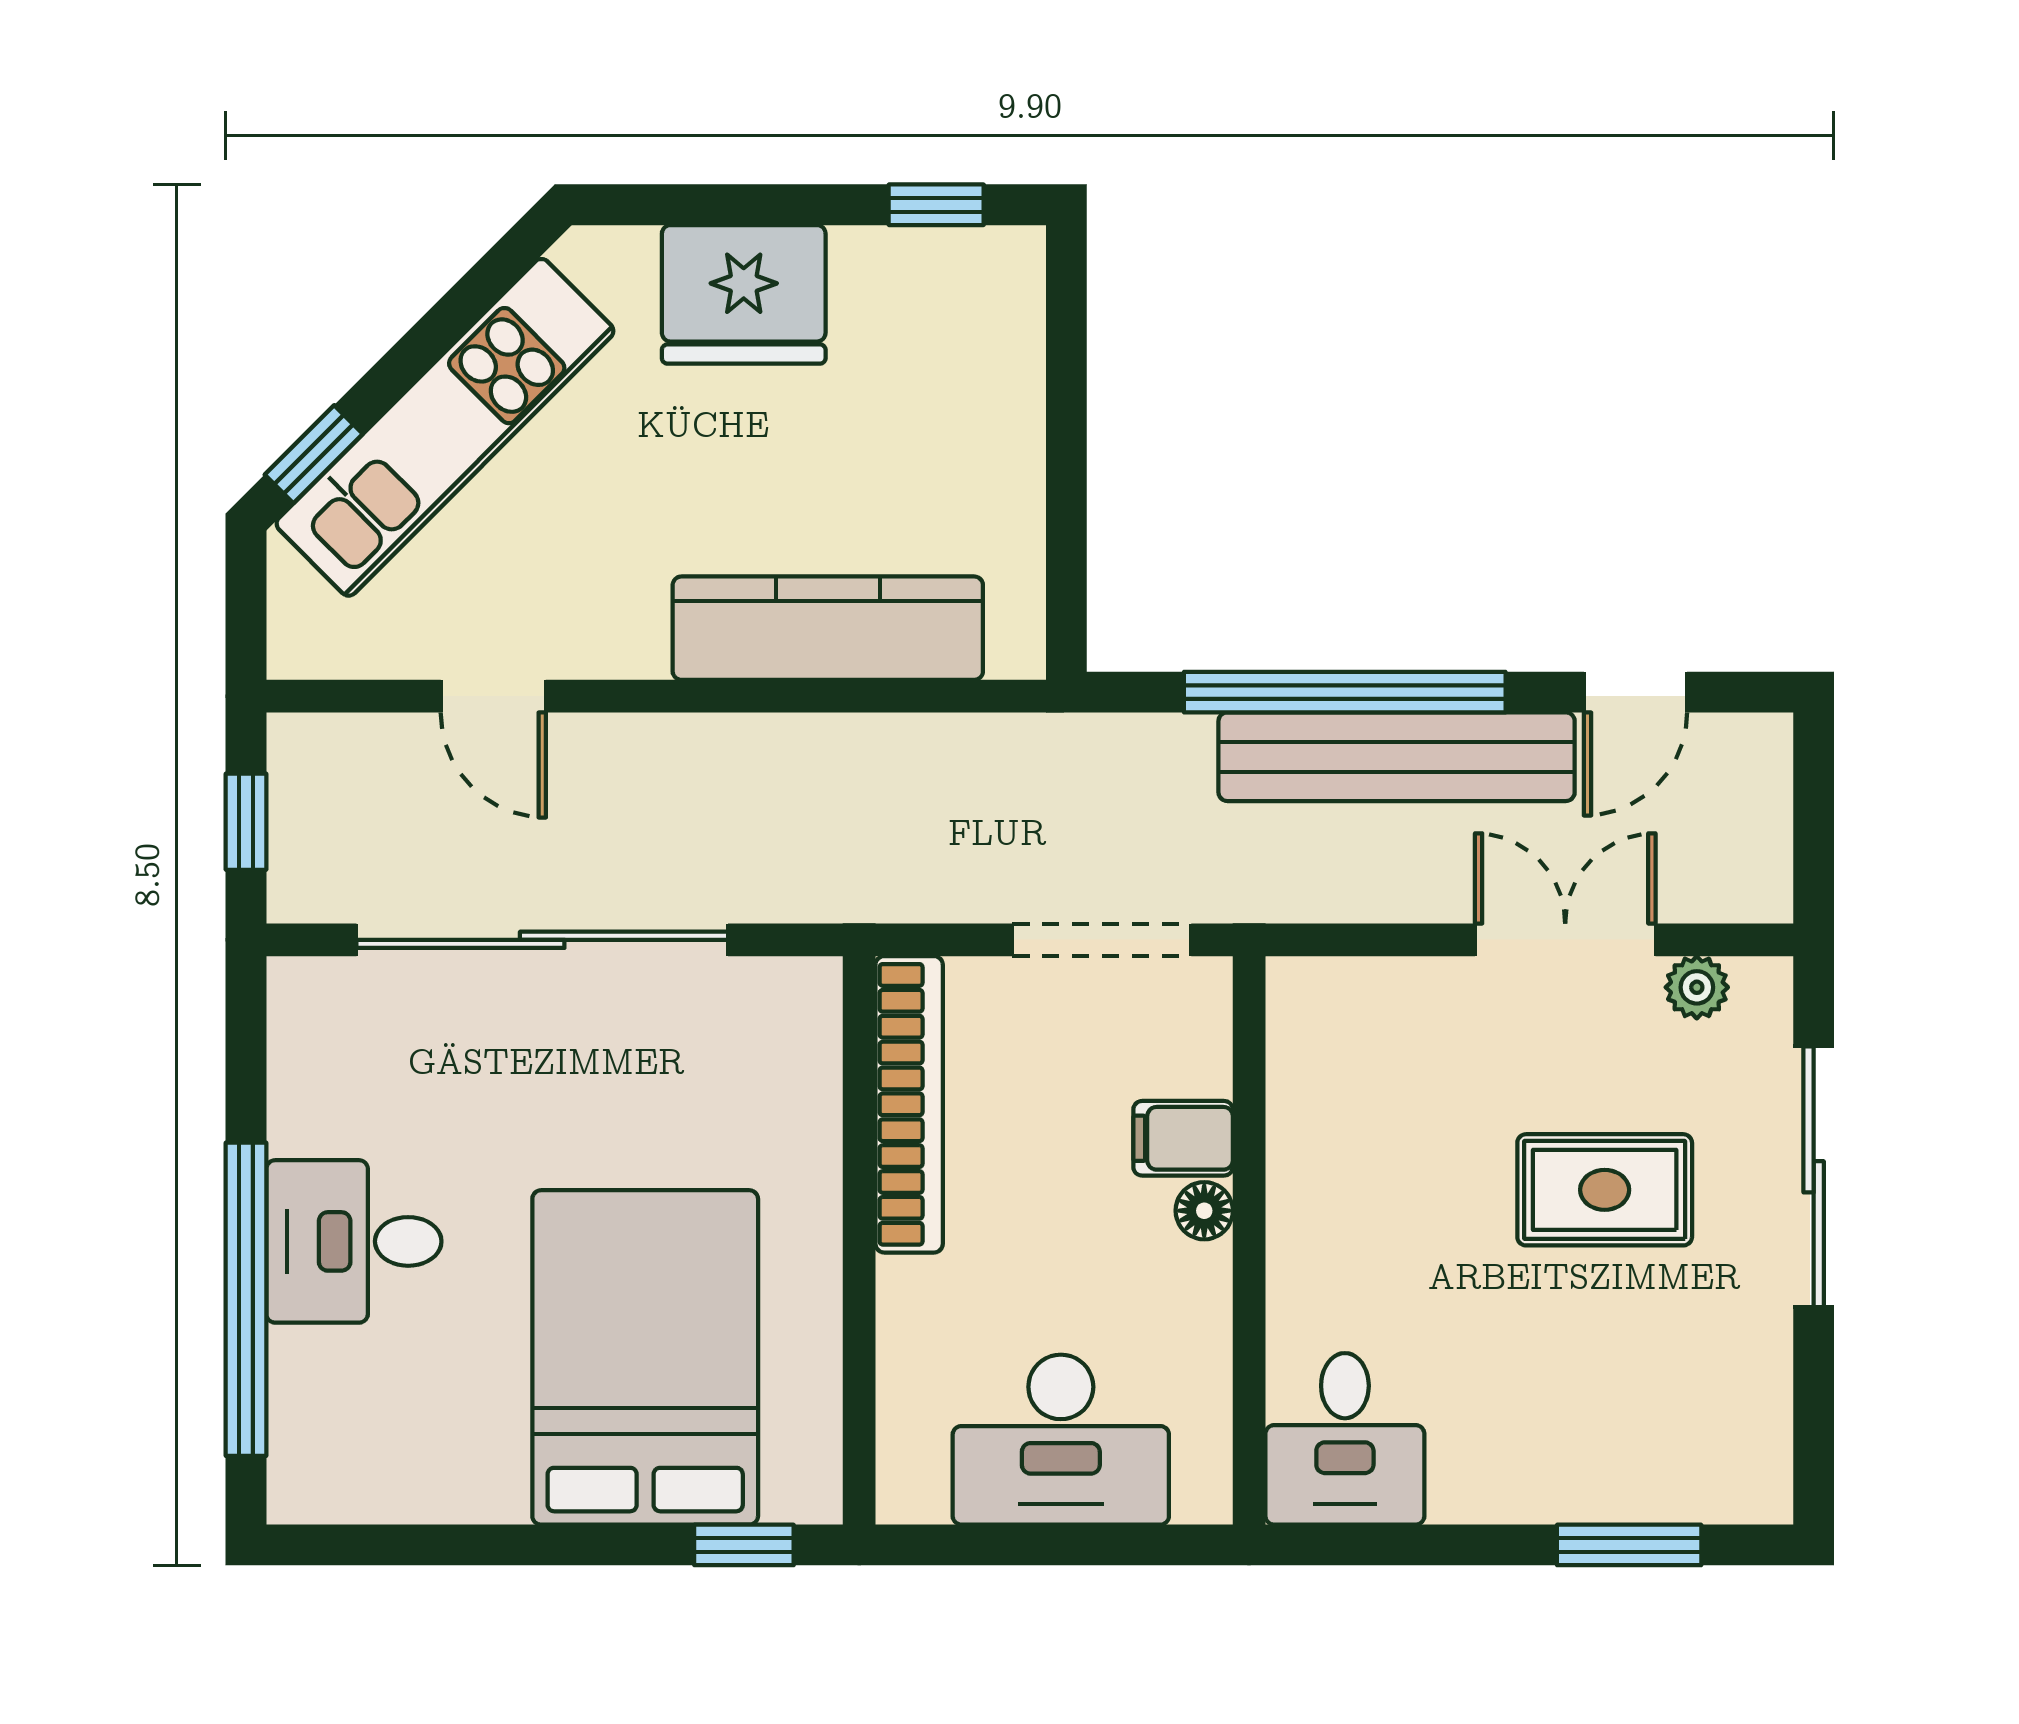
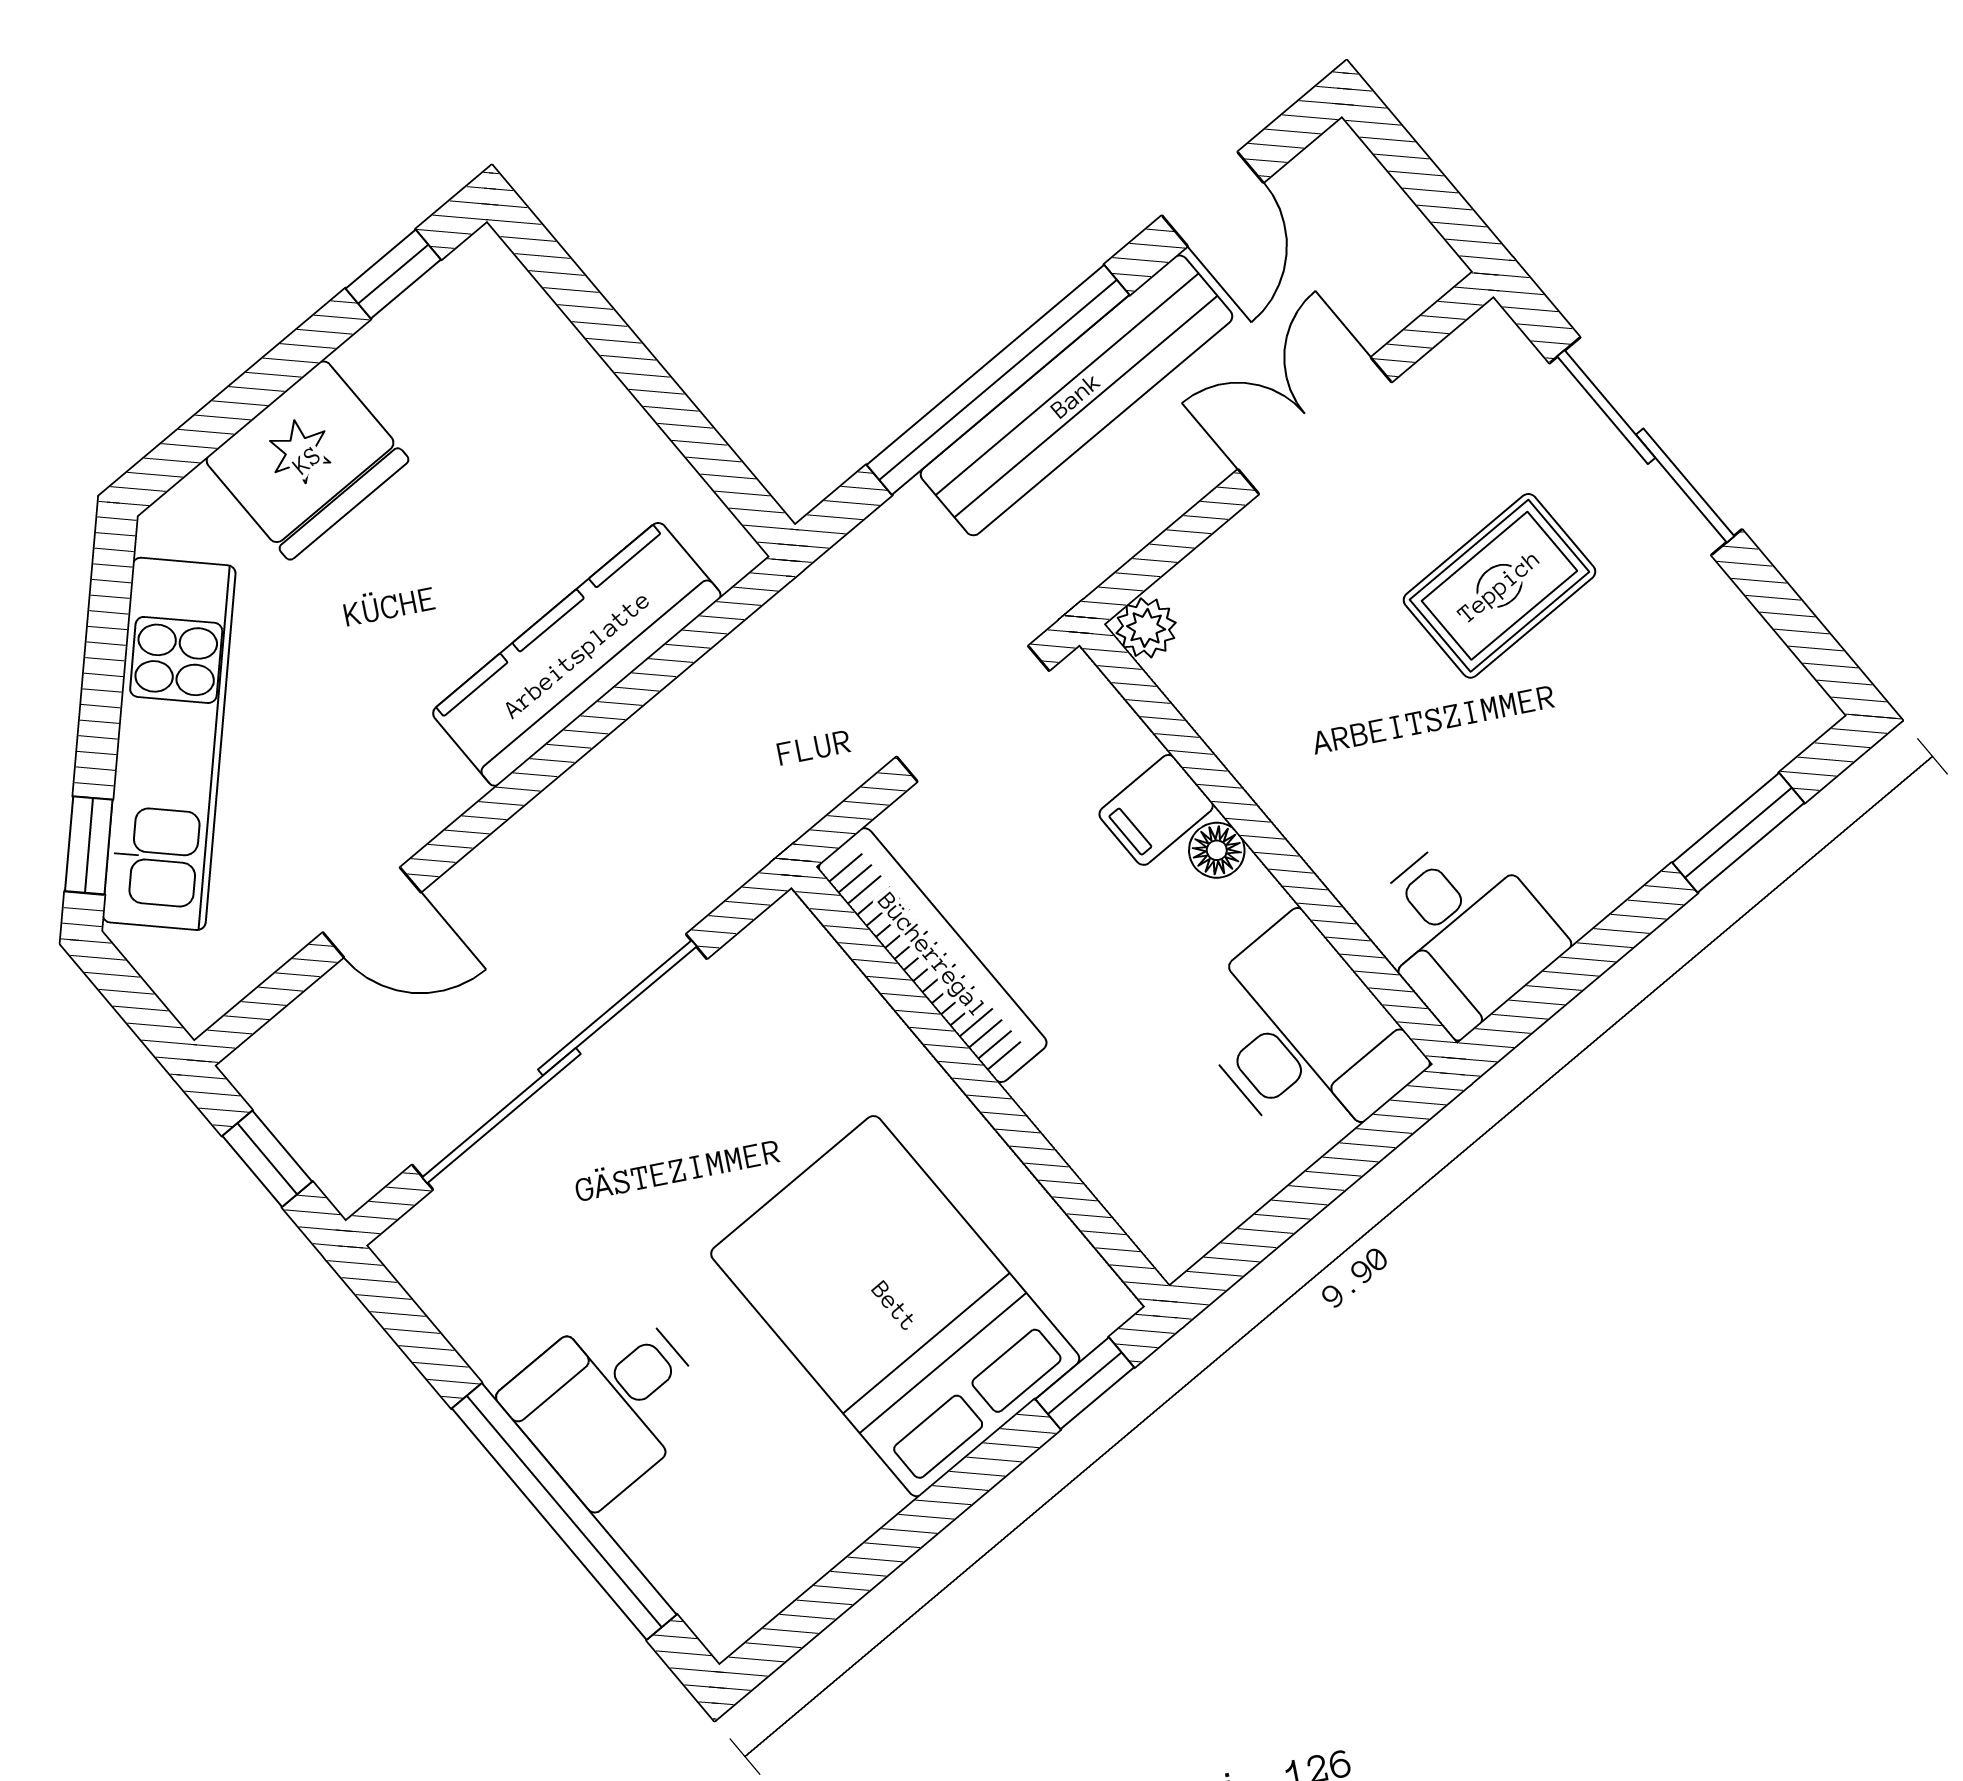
plant: (1697, 987) -> (1146, 628), moved
desk: (1061, 1440) -> (1303, 1037), moved, turned -90

